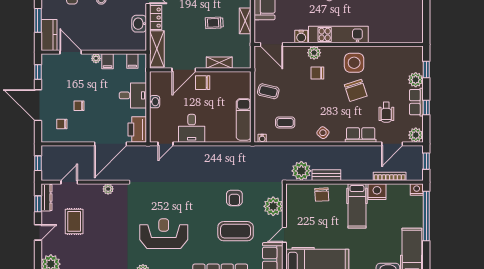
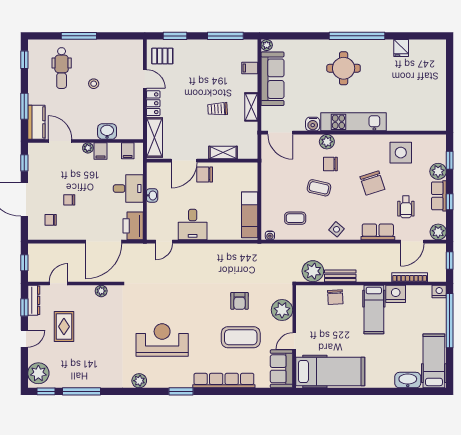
washbasin: (139, 24) -> (107, 131), moved, turned 90
side table: (354, 63) -> (401, 153), moved
coffee table: (268, 91) -> (319, 188), moved

